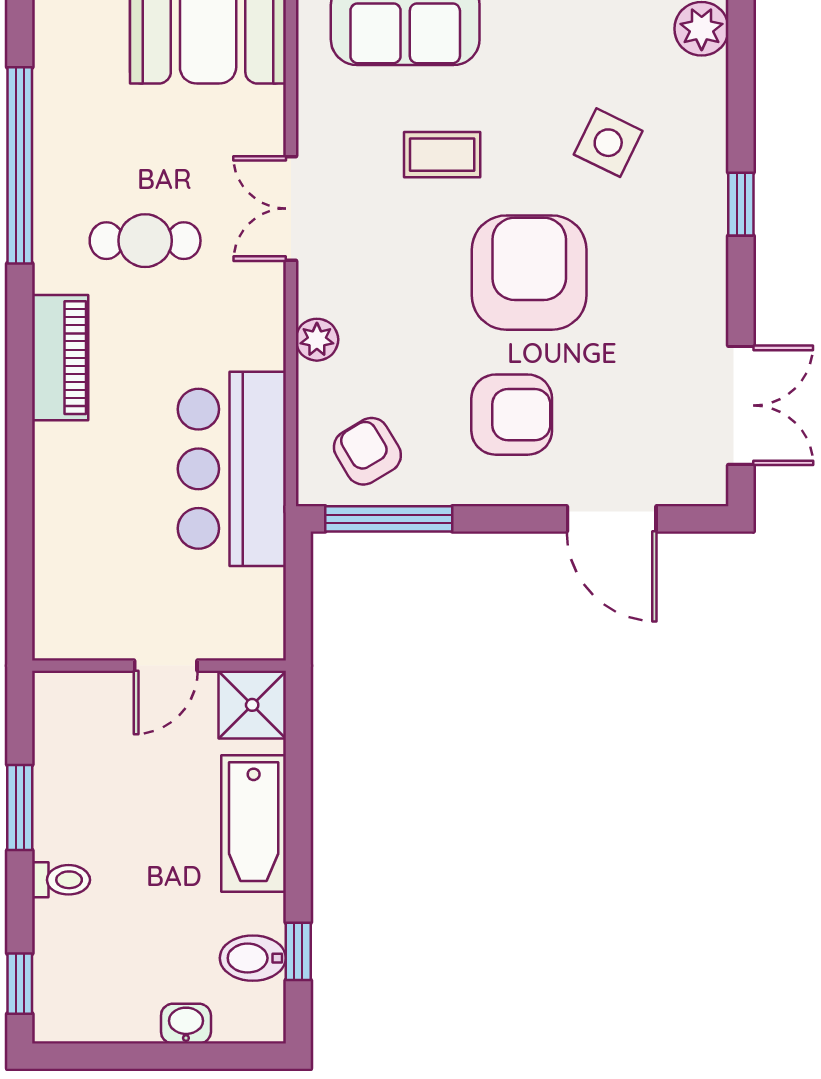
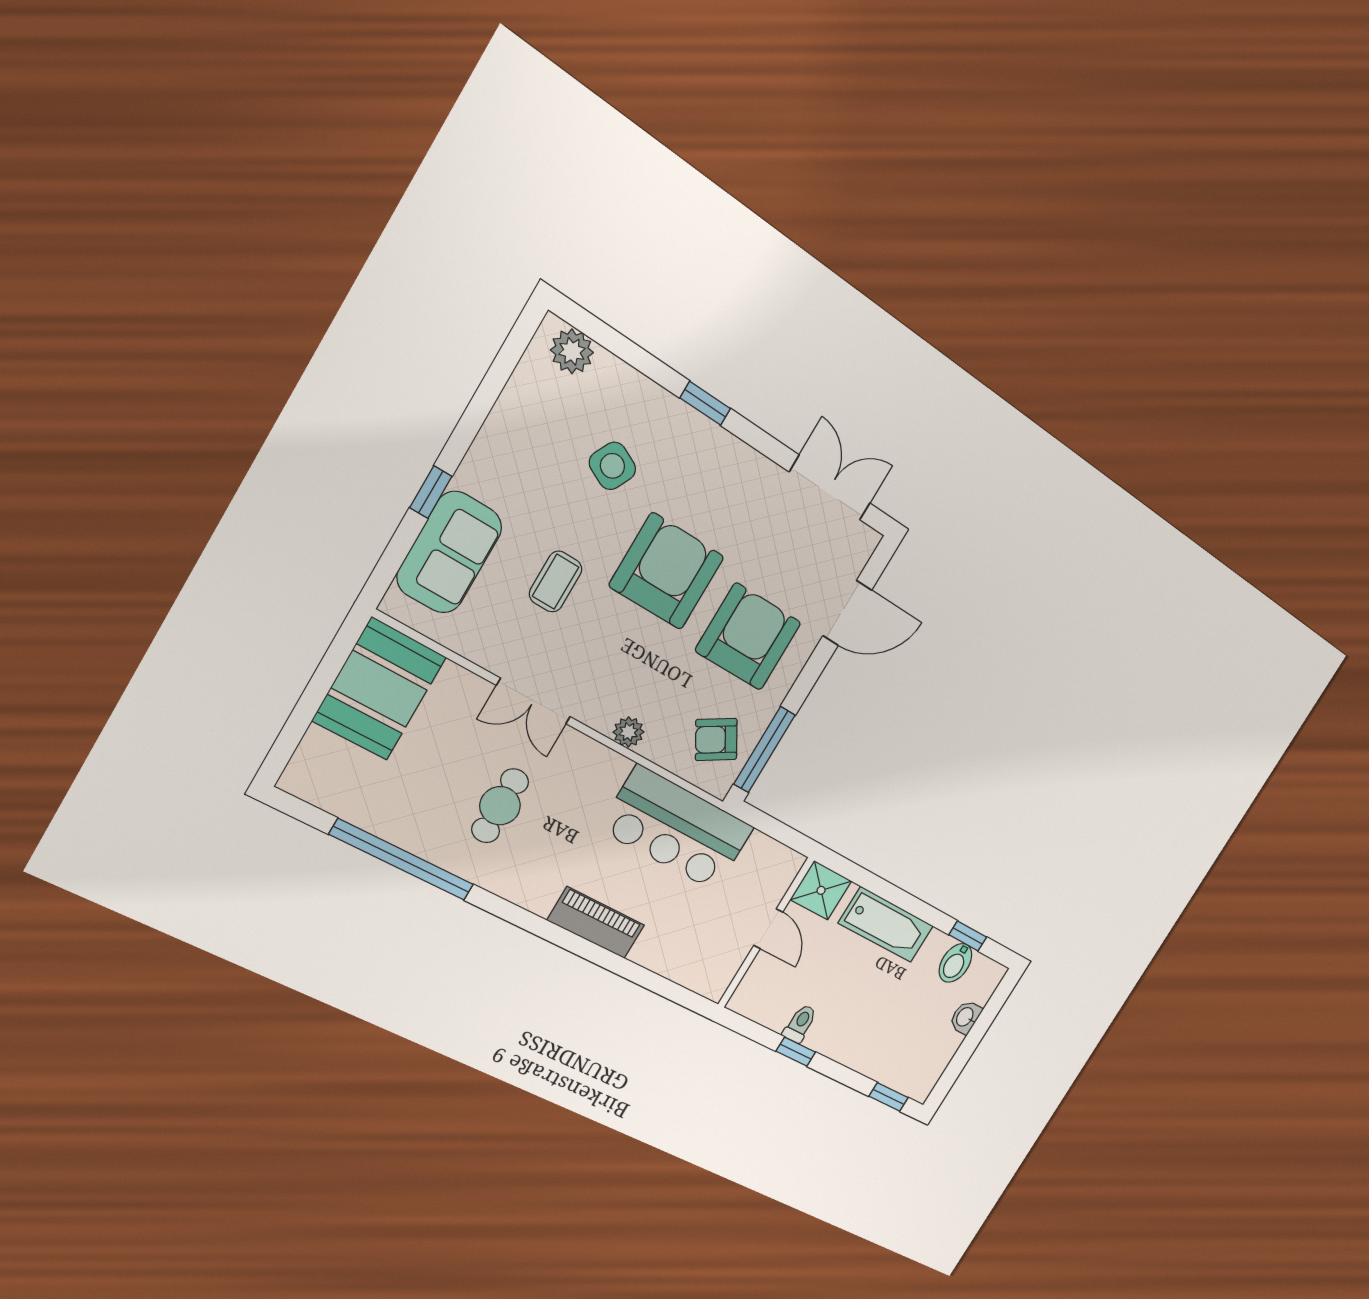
armchair: (529, 273) -> (667, 571), turned 90
piano: (60, 358) -> (596, 923), moved
armchair: (512, 415) -> (748, 637), width x1.36, depth x1.36
window: (20, 808) -> (796, 1052), width x0.67
toilet: (61, 880) -> (800, 1024), moved

